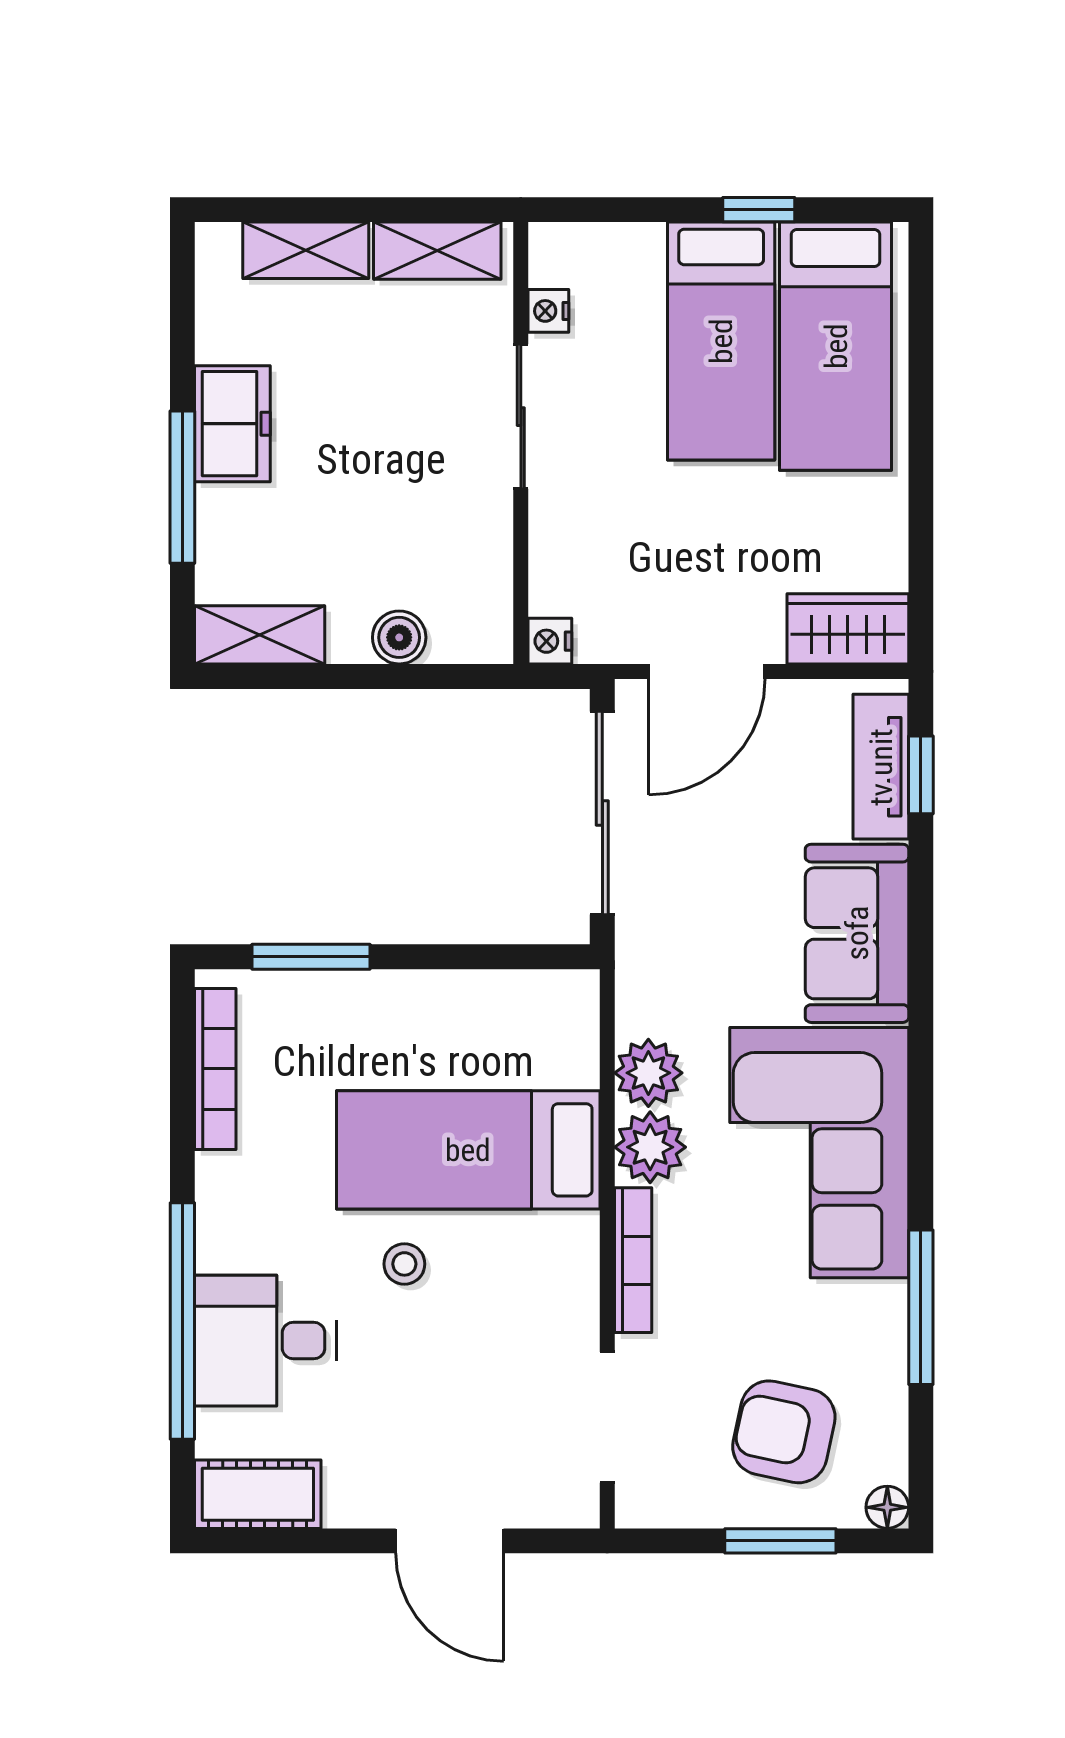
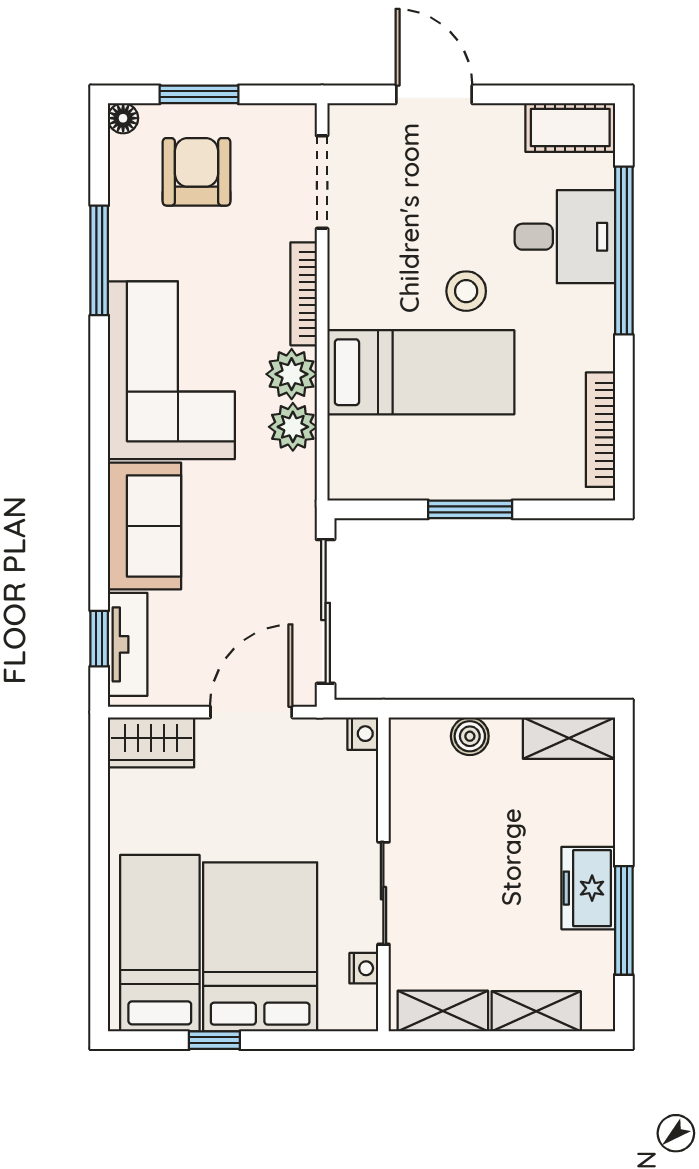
bed: (721, 341) -> (260, 947), width x1.50
window: (182, 487) -> (624, 920), moved
window: (311, 957) -> (470, 509), moved
stool: (404, 1264) -> (466, 291), width x1.37, depth x1.37
armchair: (784, 1432) -> (197, 172), turned -102

